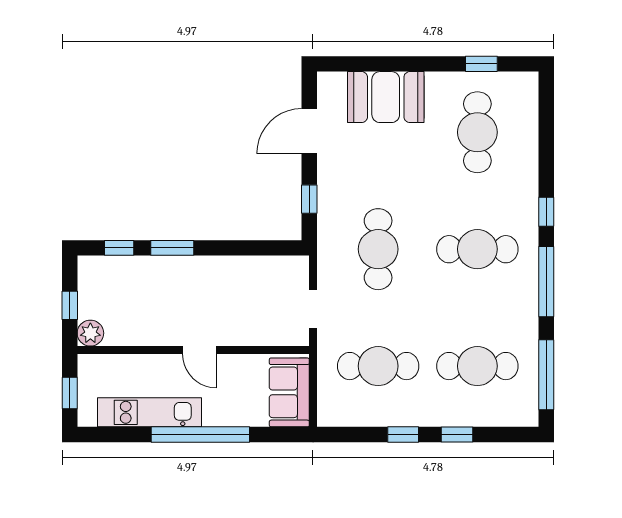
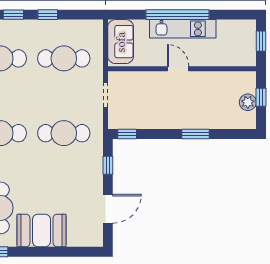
booth: (386, 97) -> (41, 230), moved
window: (119, 248) -> (127, 134), moved
cafe table: (378, 249) -> (64, 133), turned 90
plant: (90, 333) -> (248, 102), moved
kitchen unit: (150, 412) -> (183, 29), moved

